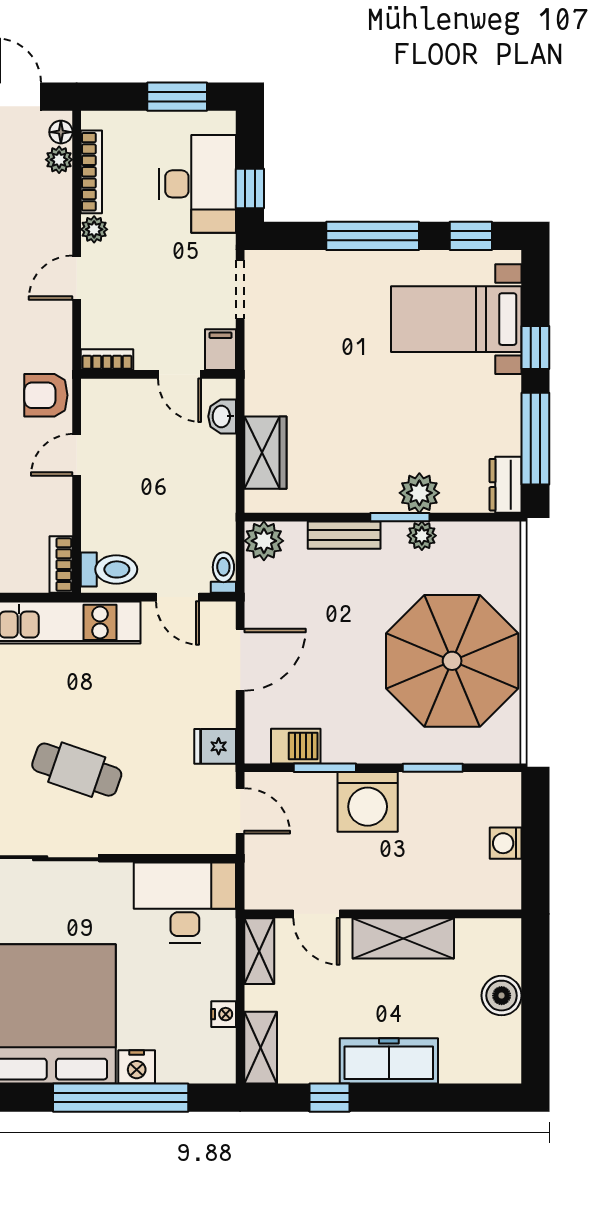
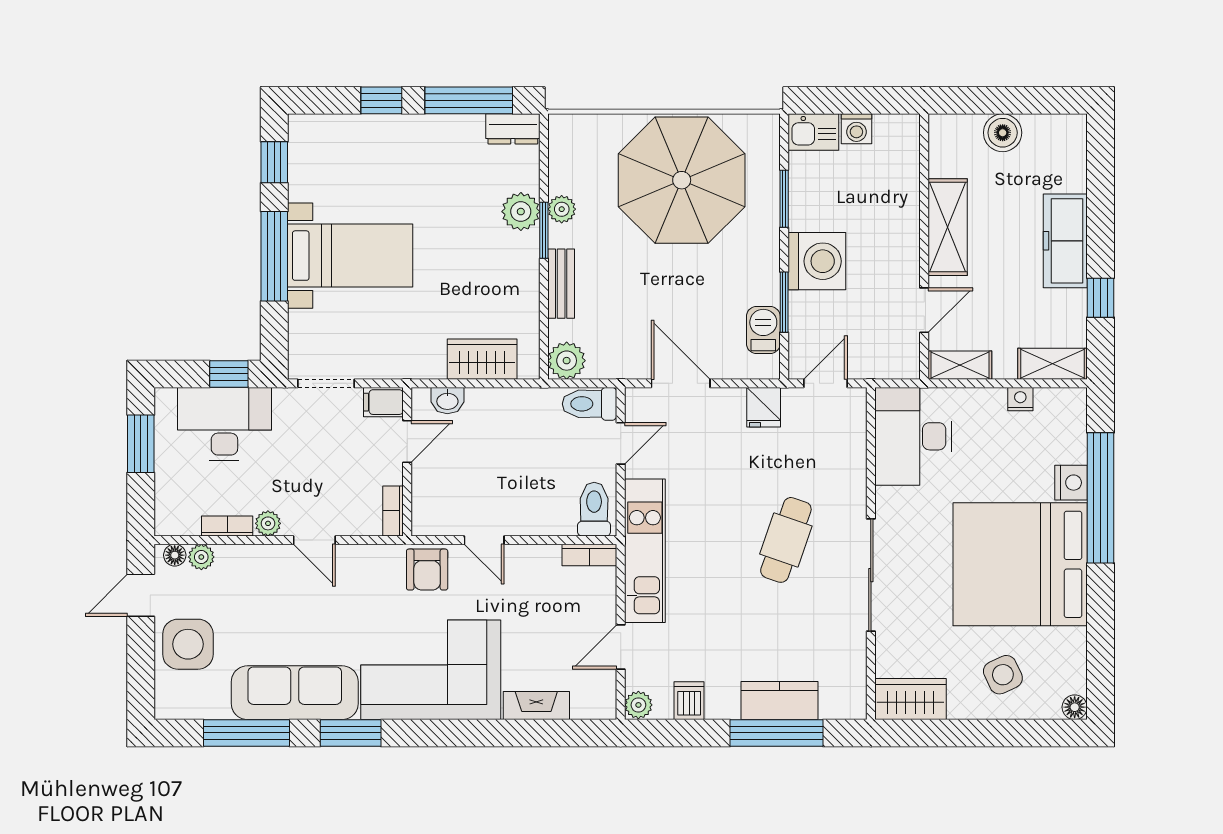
bookcase: (91, 172) -> (227, 526), width x0.64
bed with nightstands: (456, 319) -> (350, 256), moved, turned -90
toilet: (223, 573) -> (589, 404), width x1.37, depth x1.39
kitchen sink: (502, 798) -> (813, 132), added

